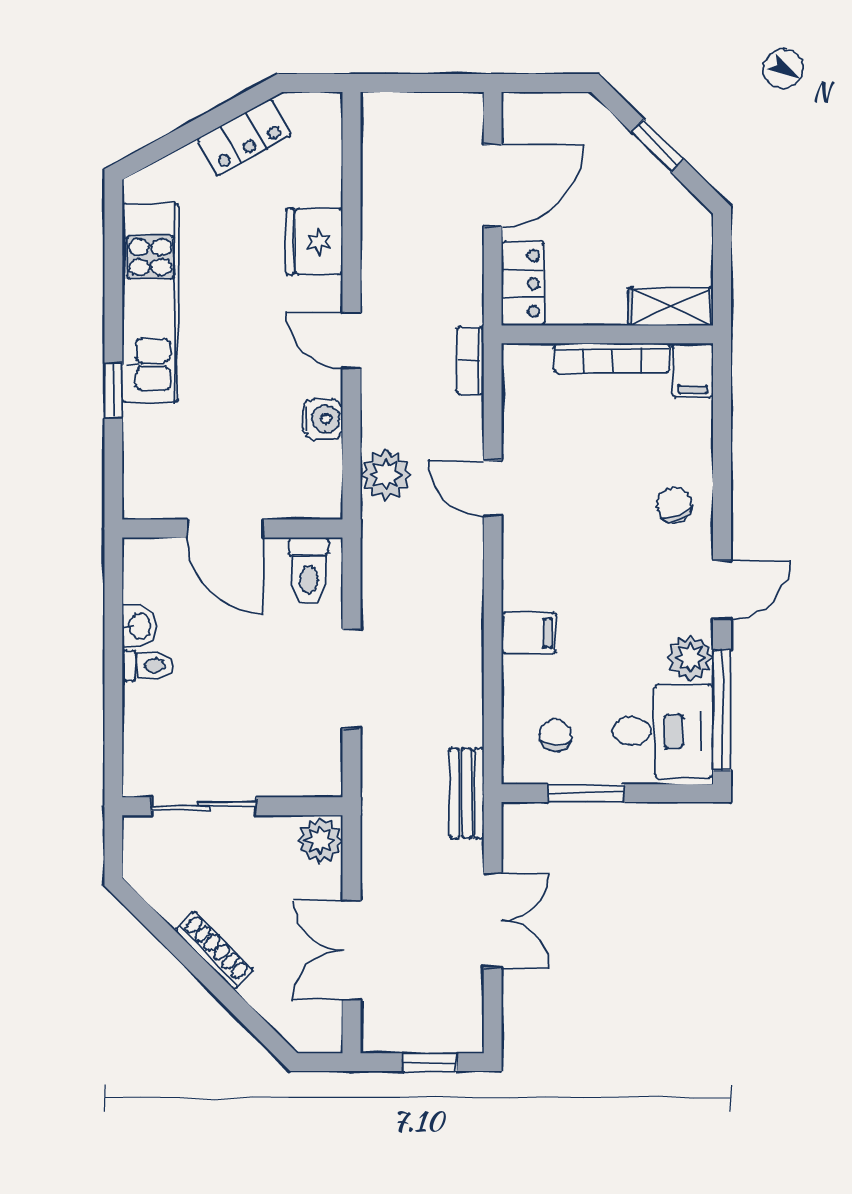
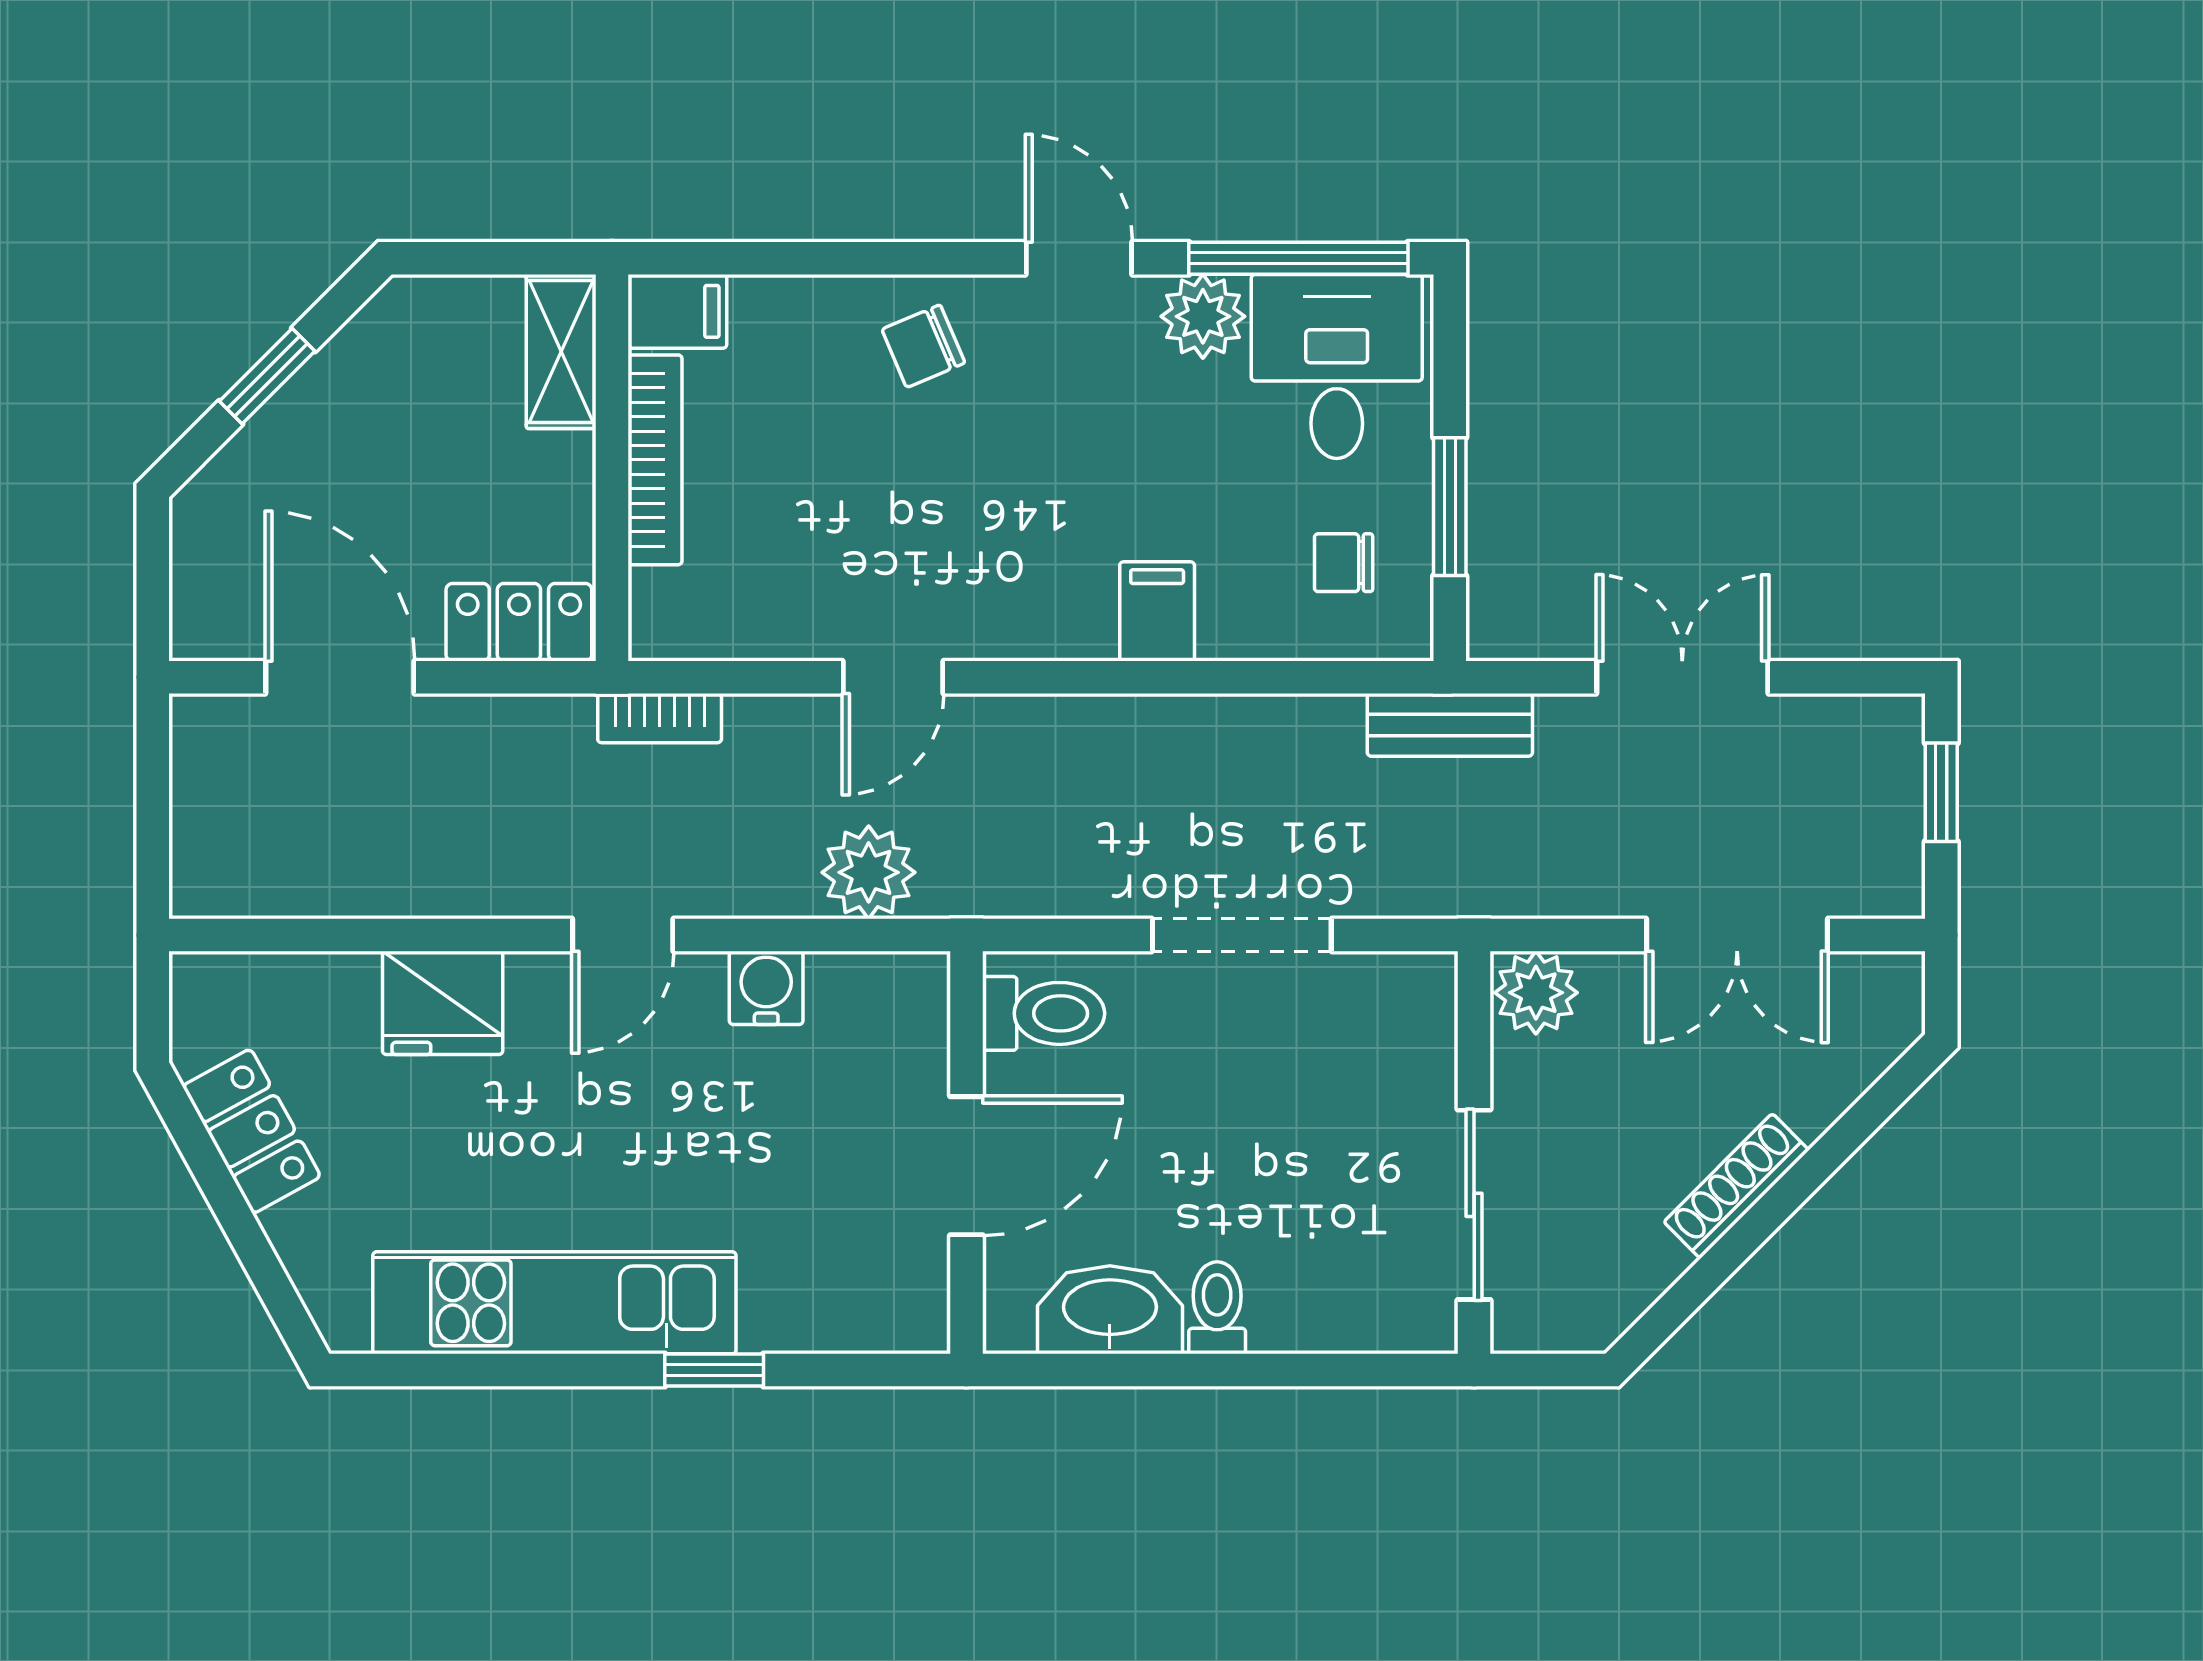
washbasin: (139, 626) -> (1110, 1310), width x1.91, depth x1.45

